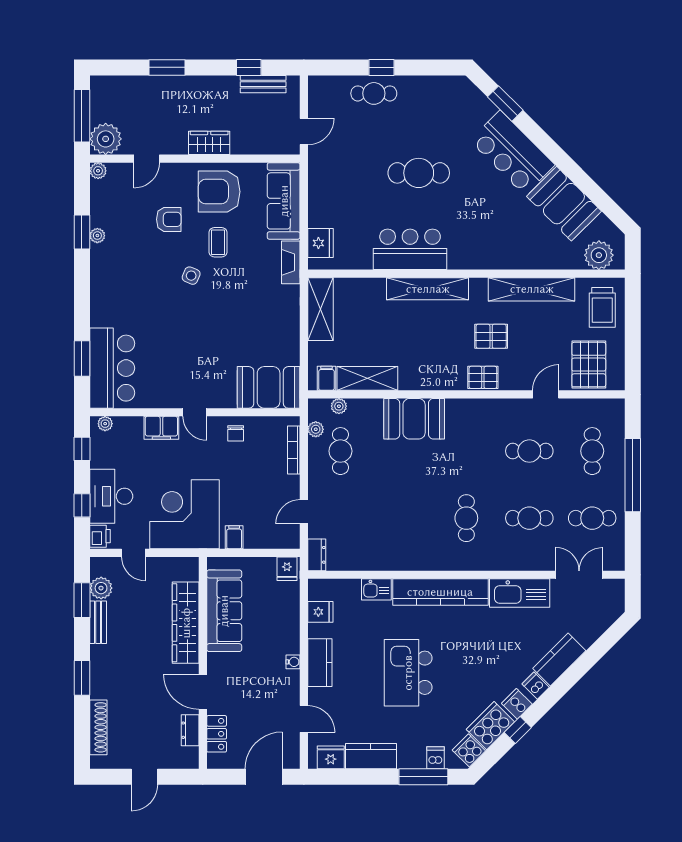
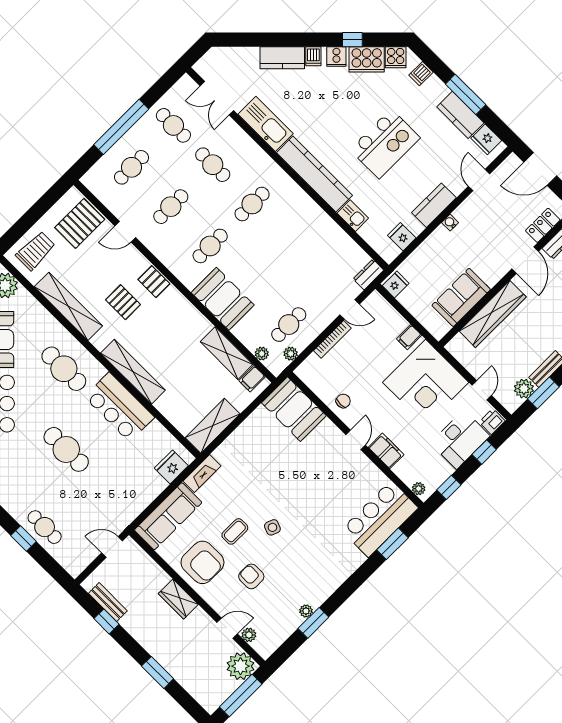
plant: (98, 171) -> (249, 635), moved
cafe table: (485, 236) -> (64, 369), added
bookcase: (294, 450) -> (332, 339), moved
cafe table: (466, 451) -> (210, 246), added
cafe table: (529, 451) -> (171, 207), turned 90
sofa: (224, 611) -> (461, 297), width x0.73
window: (423, 777) -> (466, 94), moved

